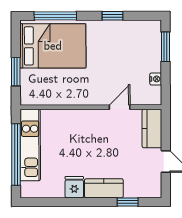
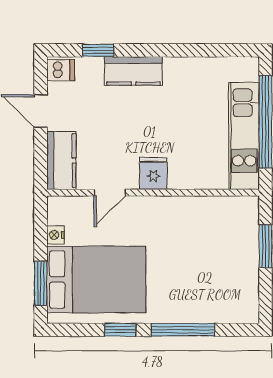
window: (55, 16) -> (183, 330), moved
bed: (53, 46) -> (96, 280), moved, turned 180
fridge: (74, 187) -> (153, 173), moved, turned 180
dishwasher: (153, 189) -> (60, 70), added

